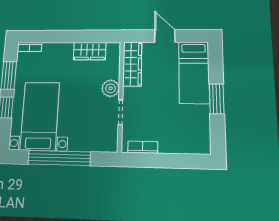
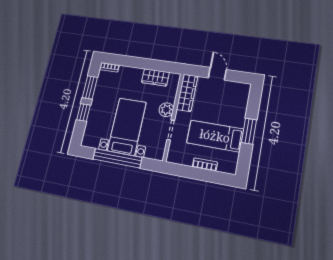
bed: (194, 72) -> (215, 136), moved, turned 90
bed with nightstands: (40, 116) -> (127, 126), moved
bookcase: (143, 147) -> (205, 164), moved

